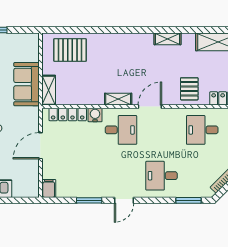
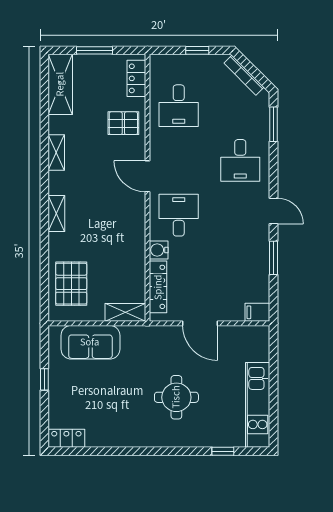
sofa: (26, 84) -> (90, 342), moved
shelving: (118, 99) -> (56, 213), moved

